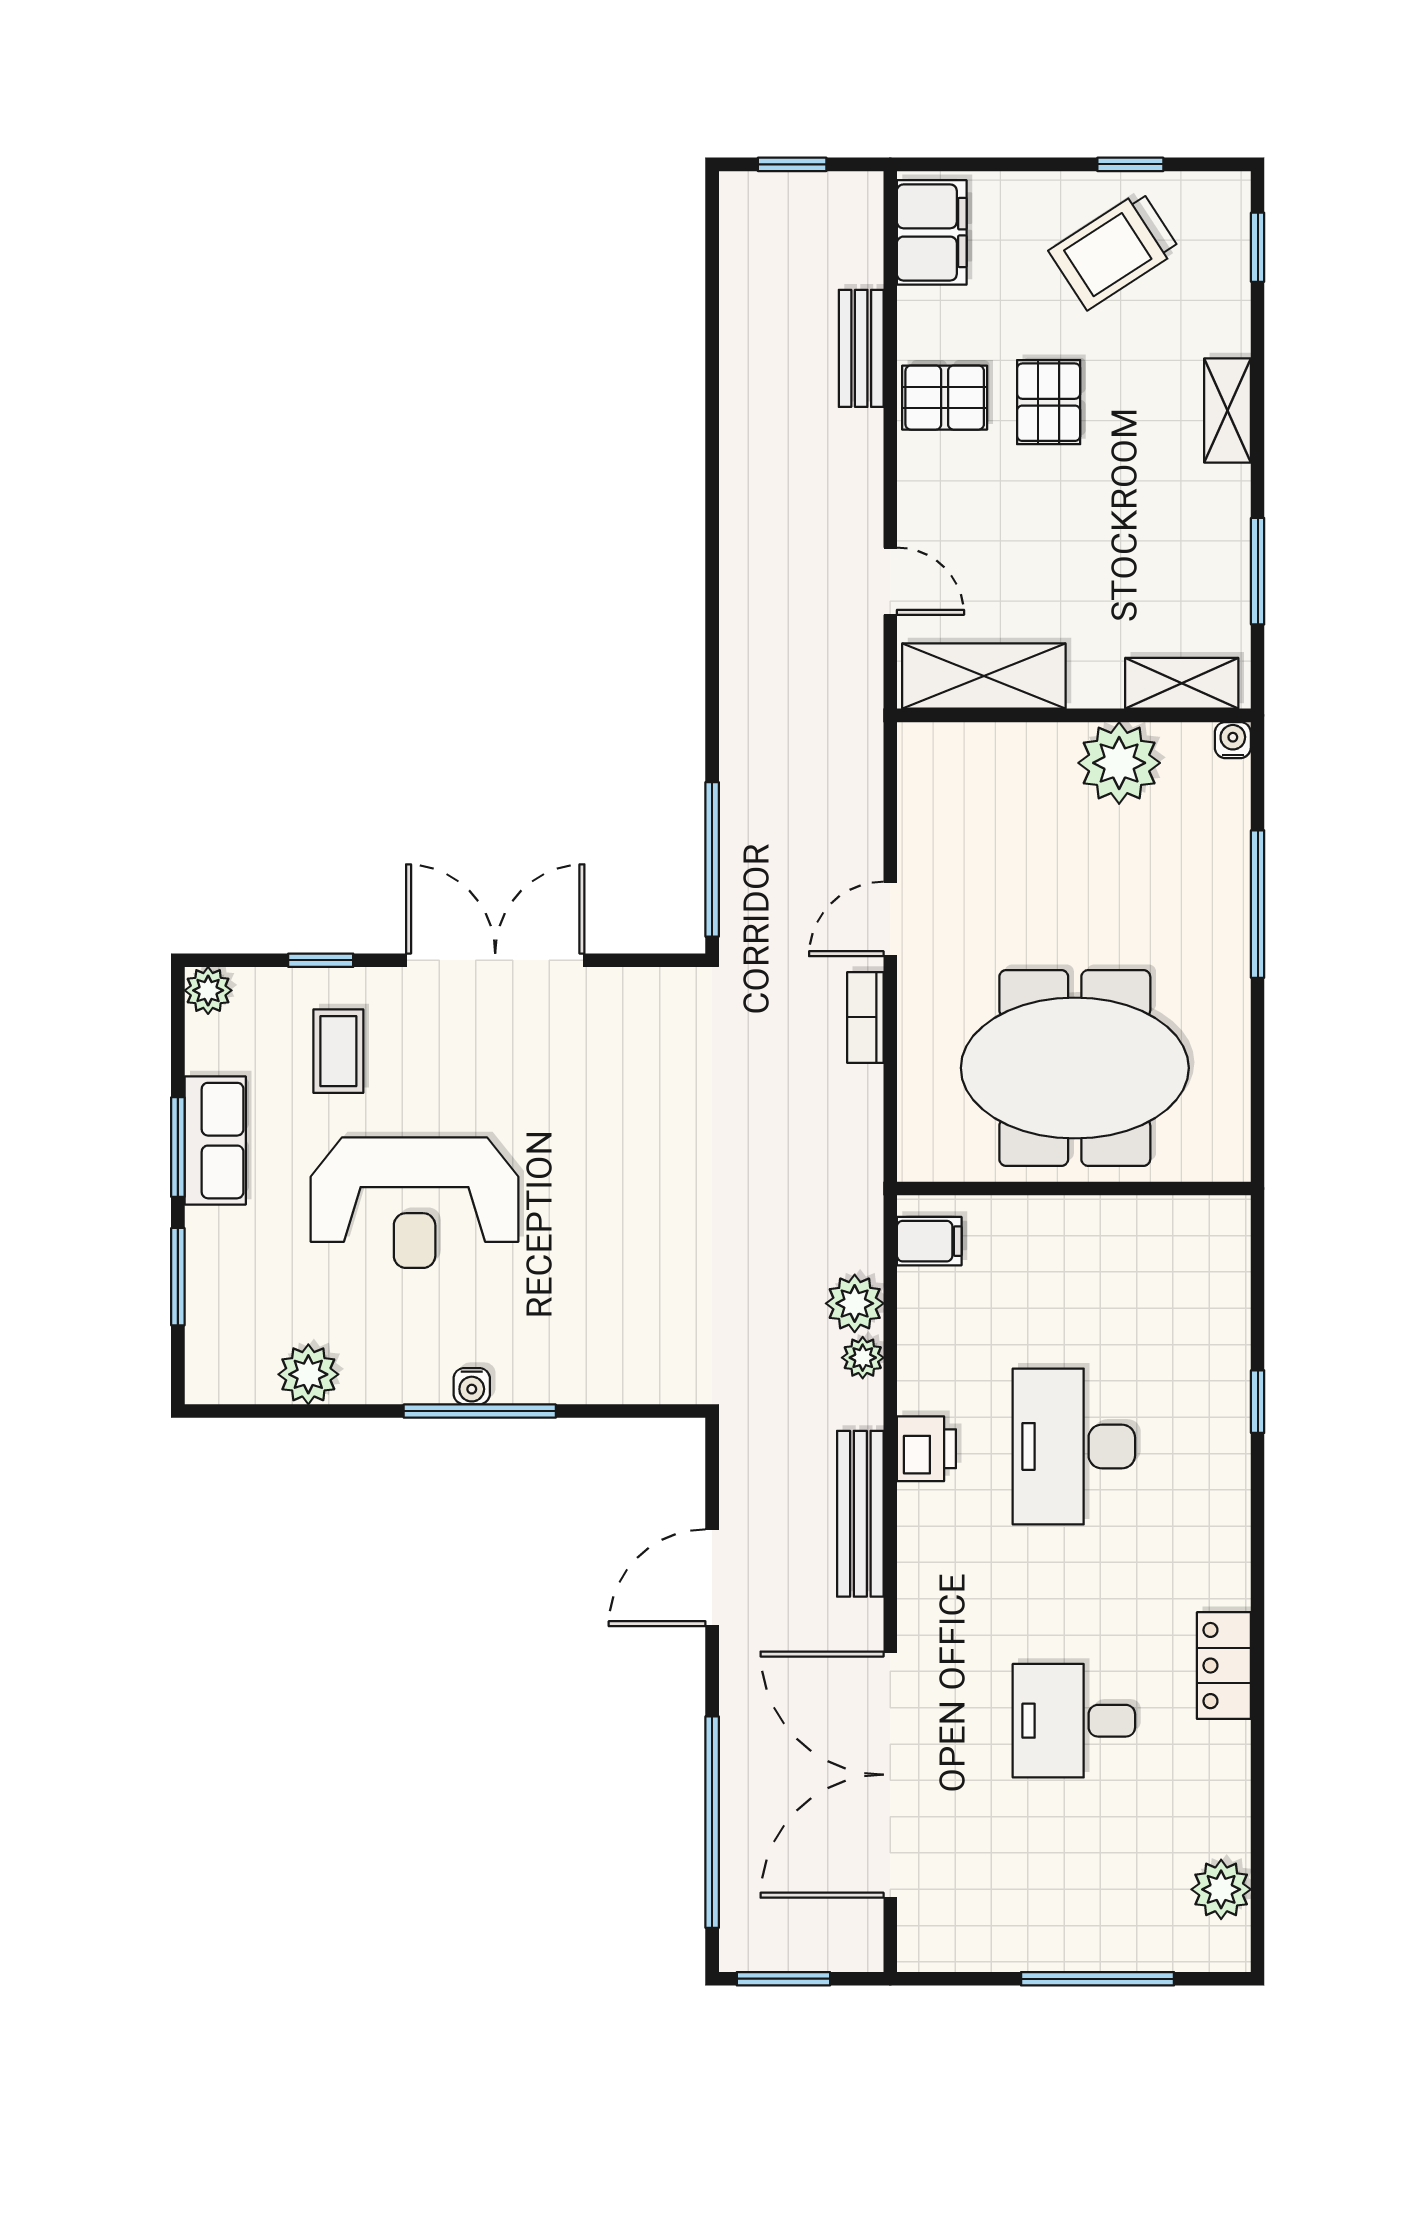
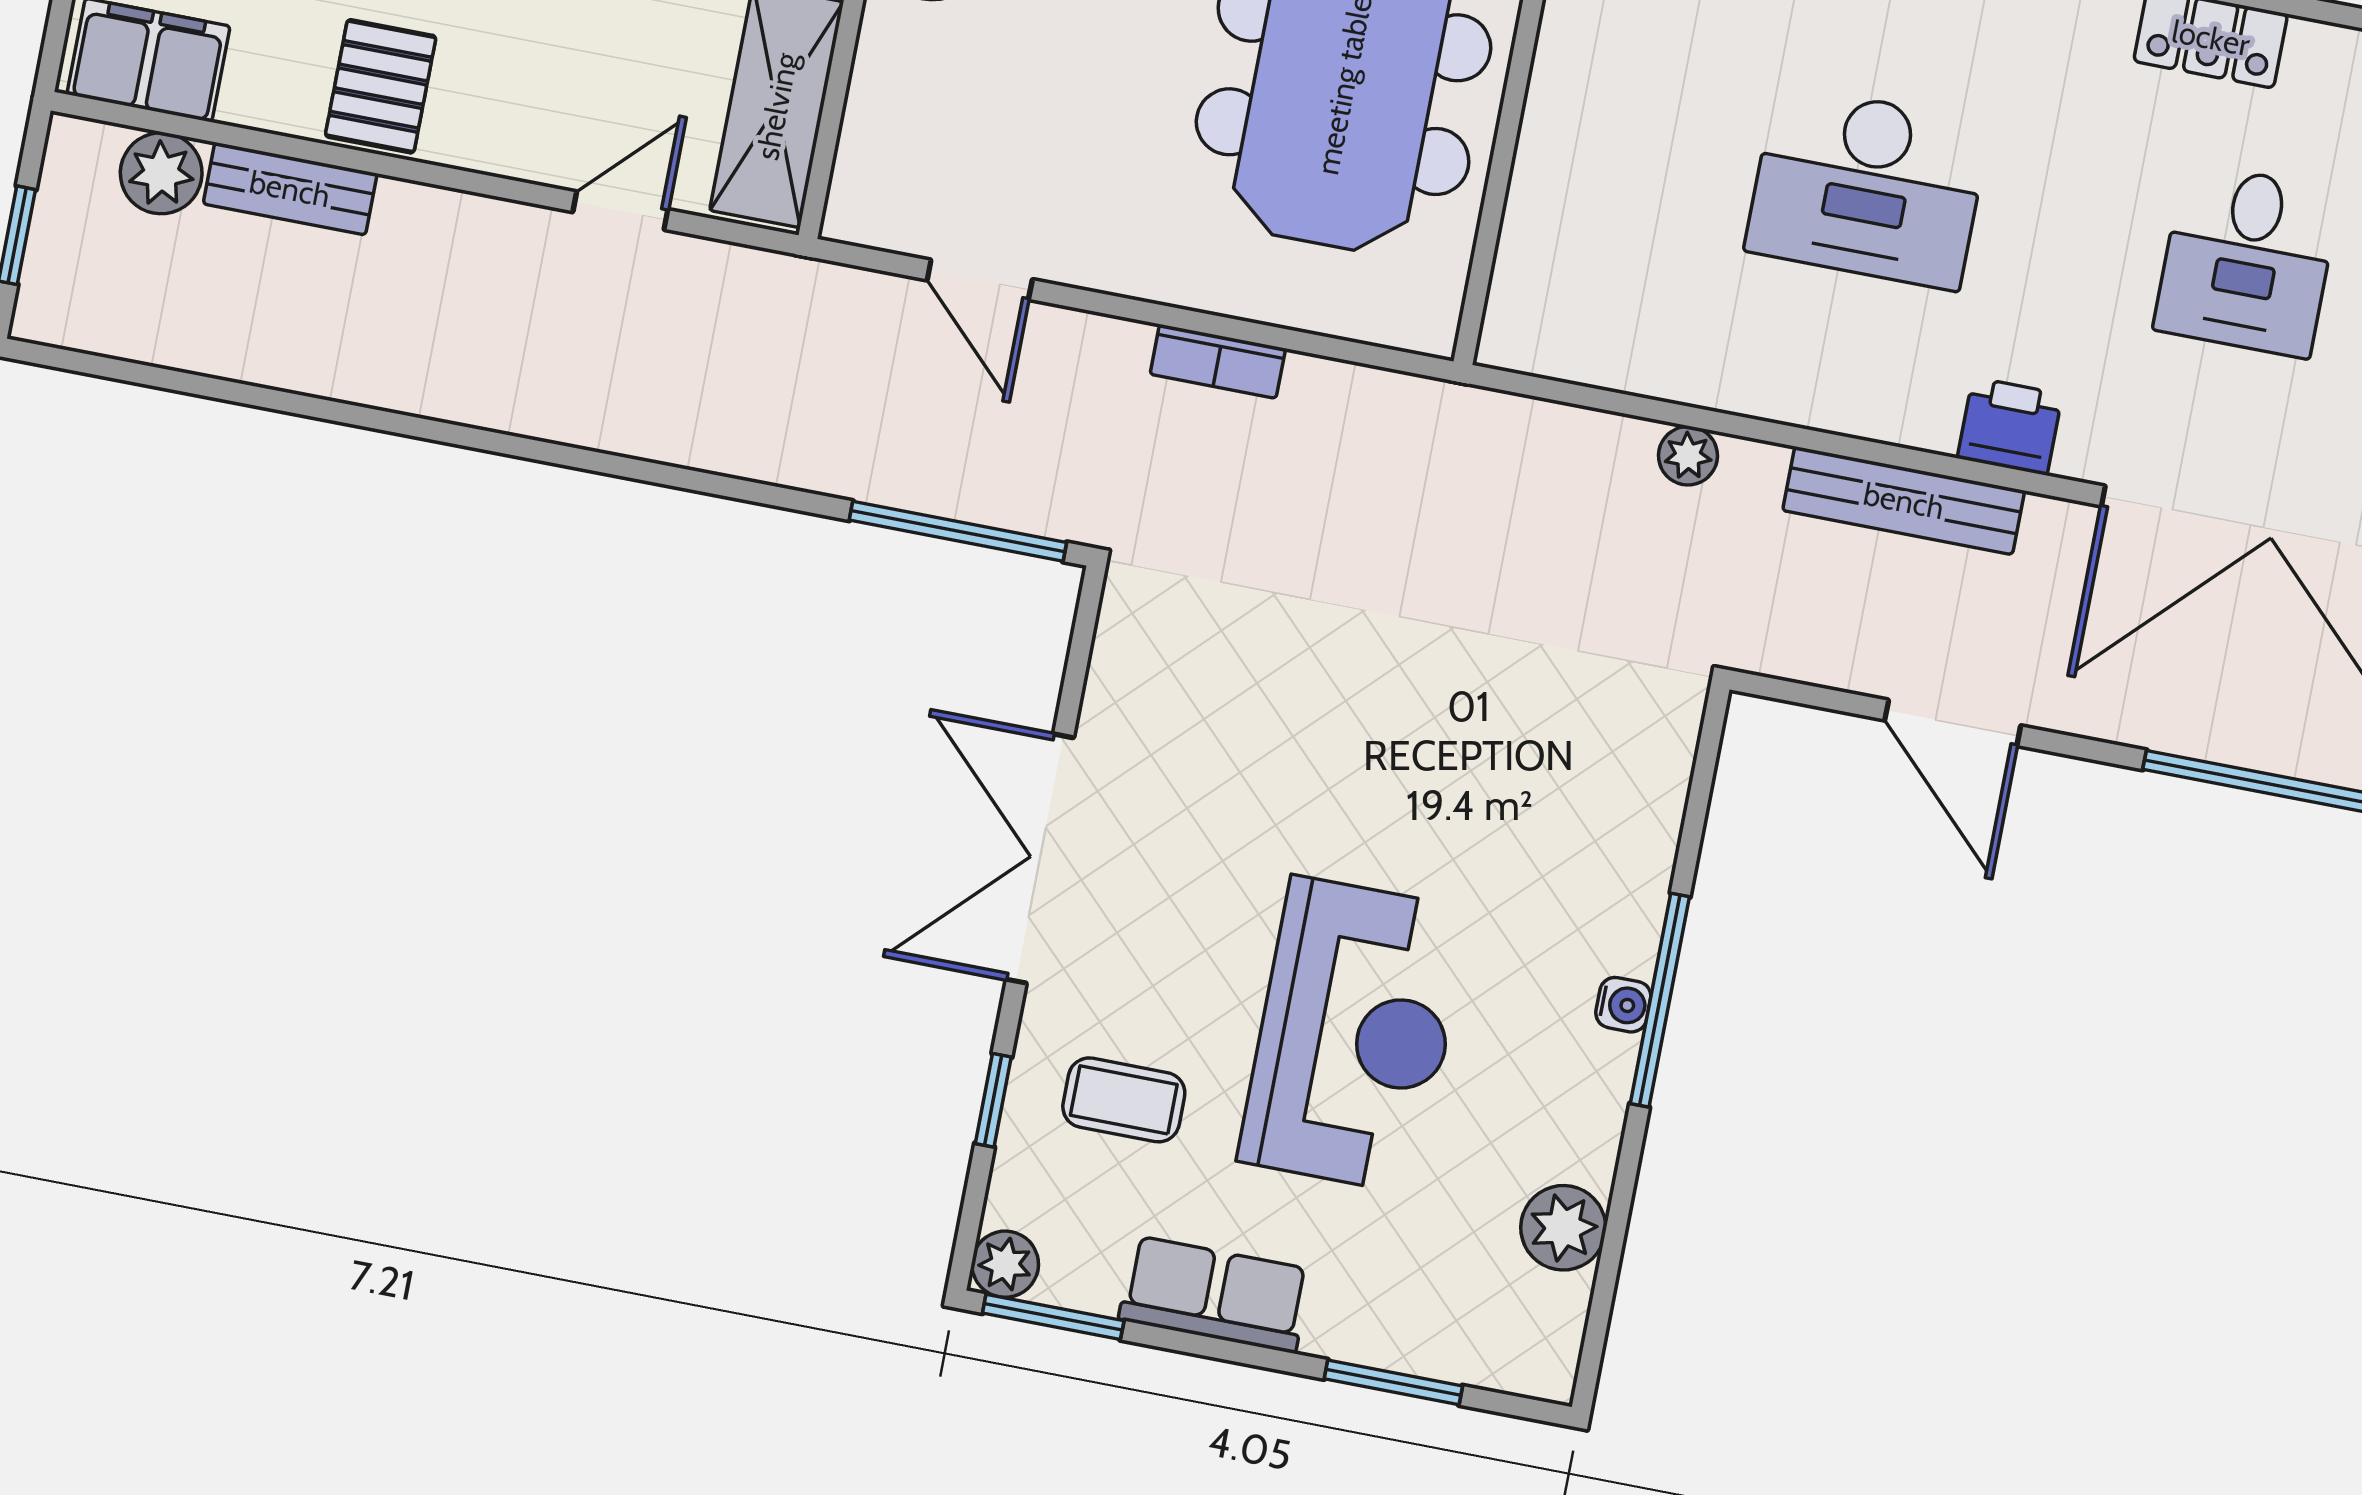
door: (890, 919) -> (980, 280), moved
window: (178, 1147) -> (1053, 1317), moved
filing cabinet: (929, 1241) -> (1544, 333), removed
plant: (855, 1303) -> (161, 173), moved
printer: (926, 1449) -> (2010, 426), moved

